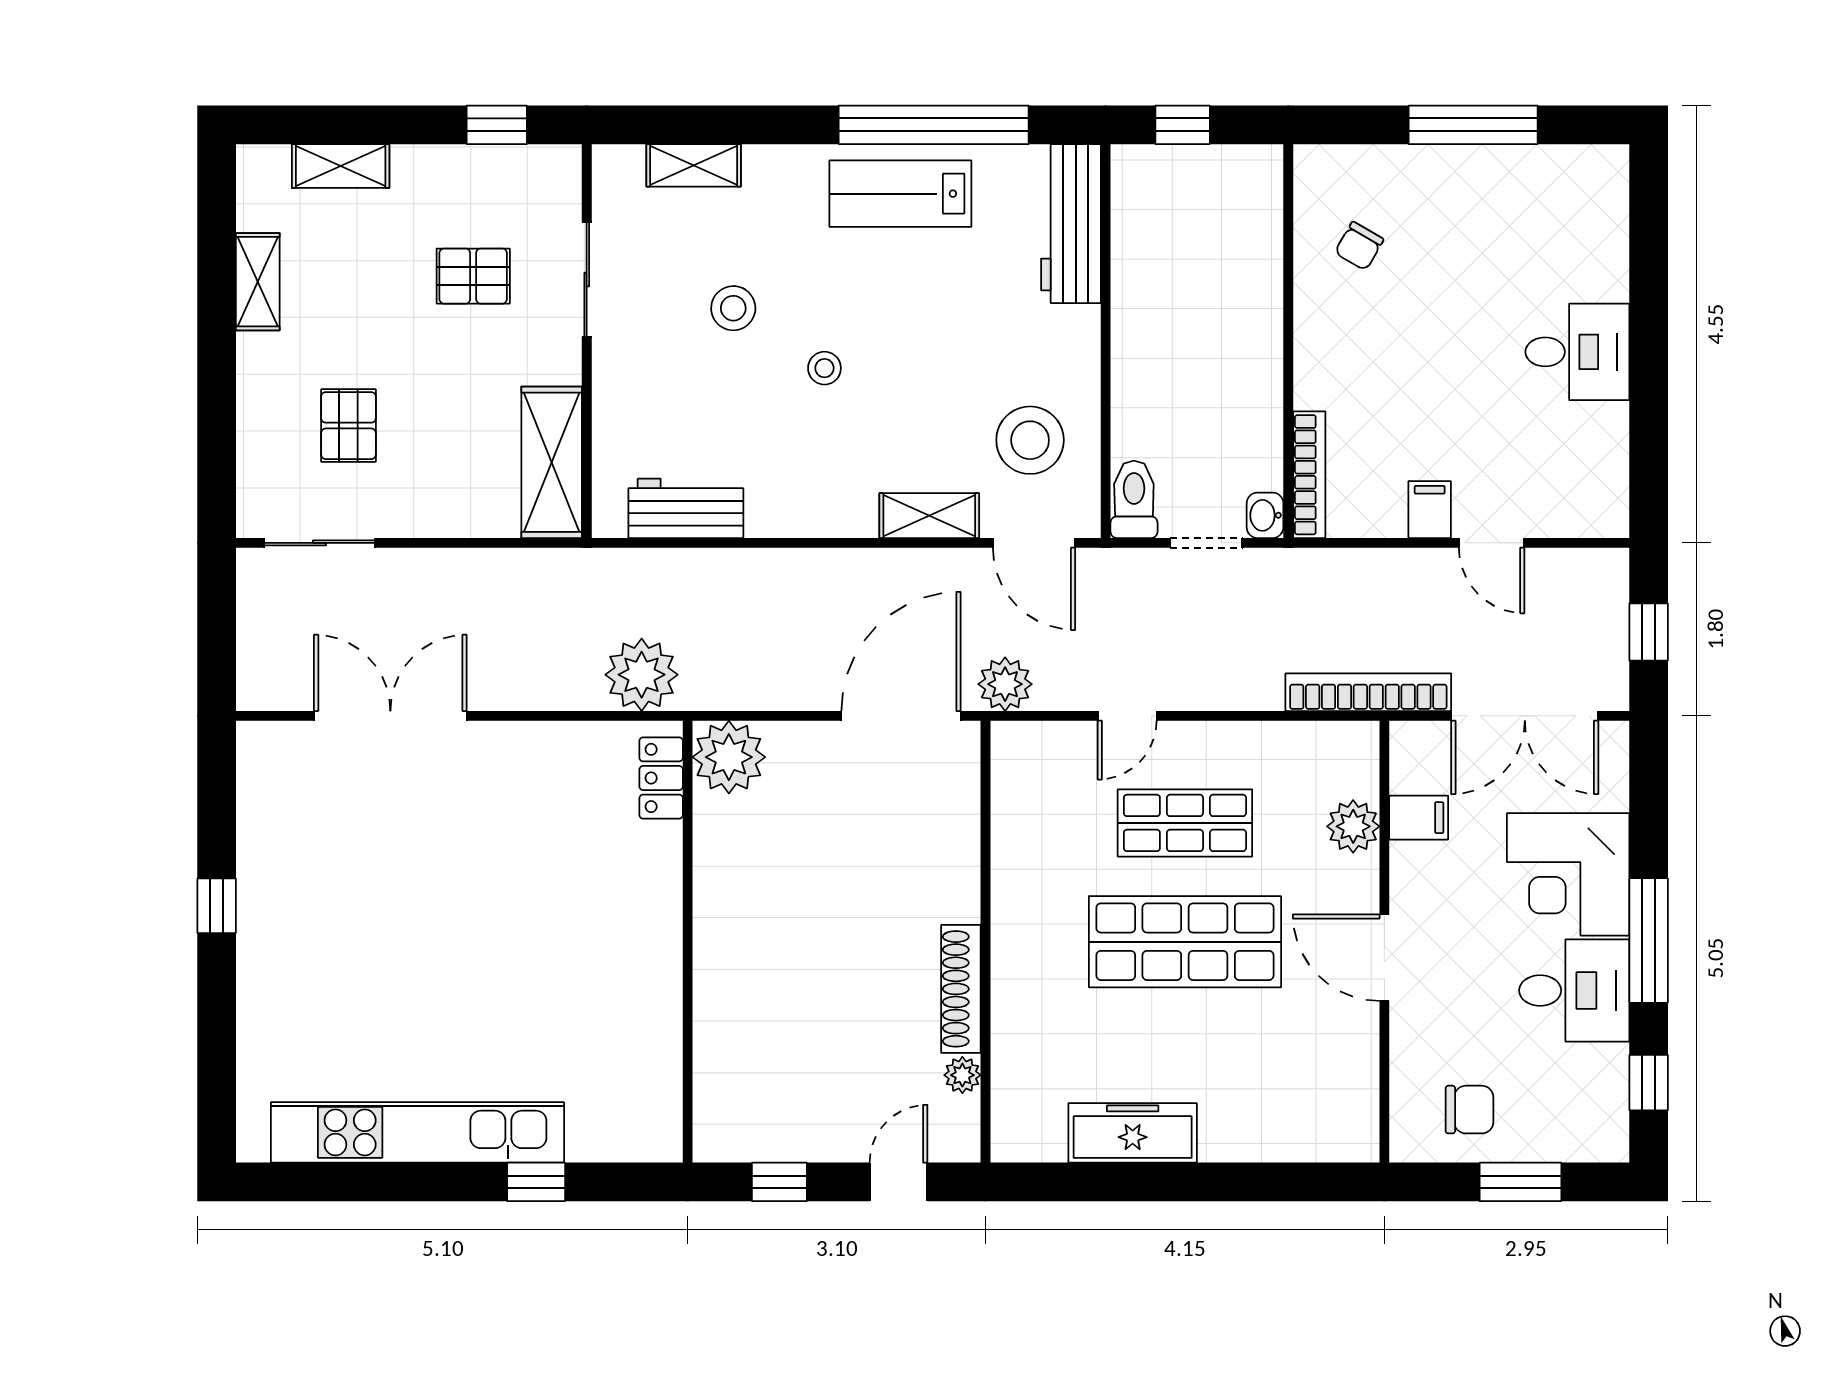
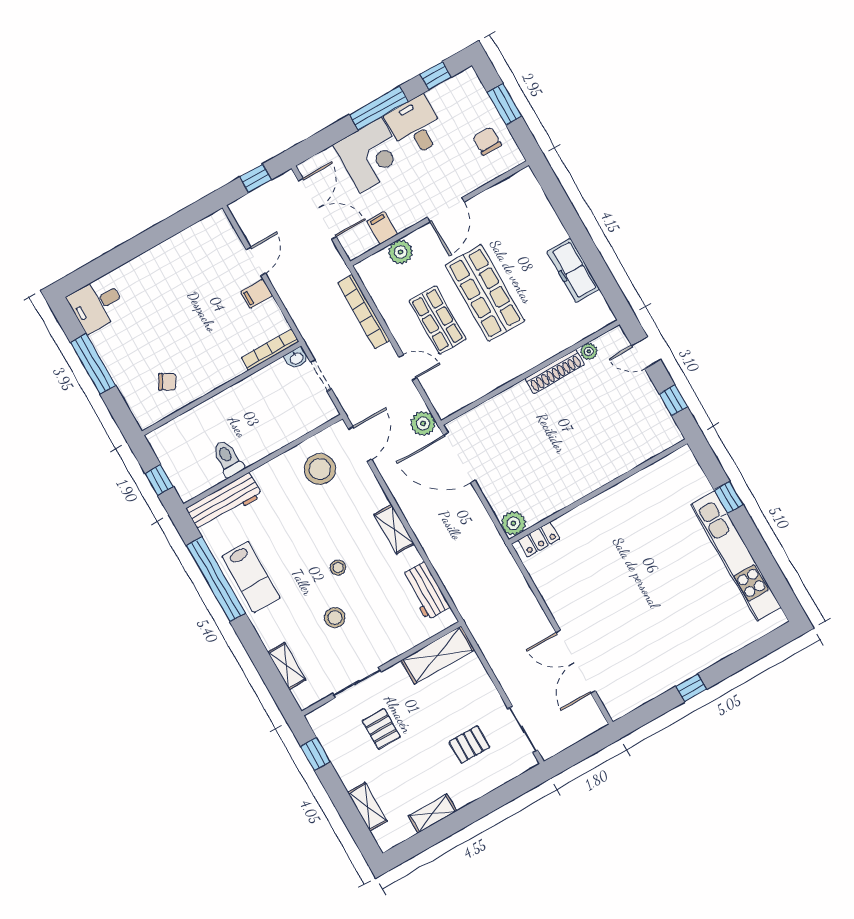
desk: (1577, 352) -> (97, 305), moved, turned -90
toilet: (1134, 499) -> (228, 459), moved, turned 90
shelving: (929, 516) -> (394, 529), moved
plant: (642, 675) -> (502, 571), removed
bookcase: (1368, 692) -> (364, 312), moved
plant: (729, 757) -> (513, 523), width x0.73, depth x0.73

